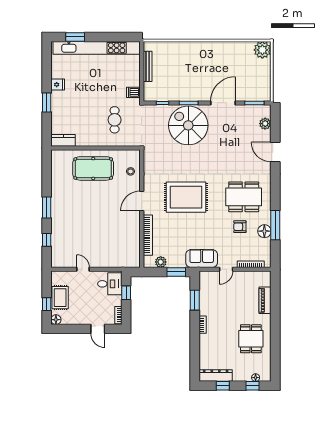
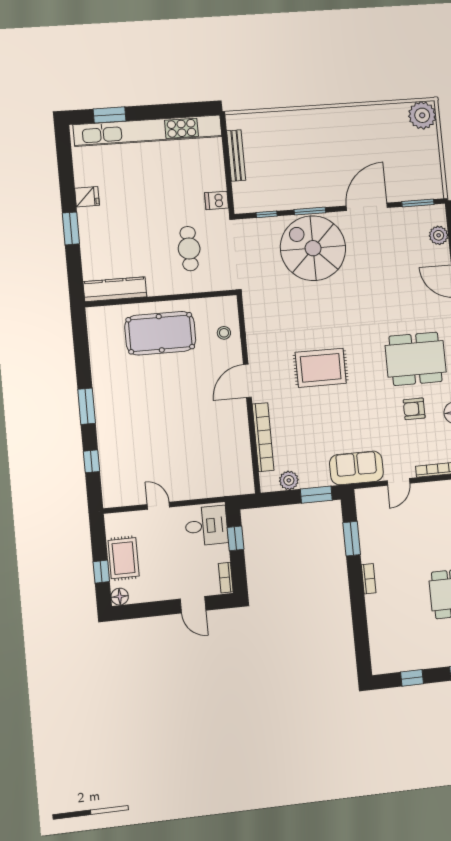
kitchen counter: (63, 140) -> (115, 289), width x1.50
rug: (186, 197) -> (321, 368), width x0.73, depth x0.69
dresser: (216, 376) -> (398, 662), removed

